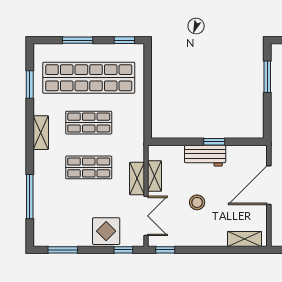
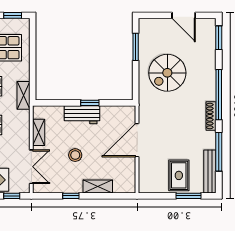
shelving: (137, 179) -> (24, 95), moved
shelving: (244, 239) -> (98, 186), moved
window: (165, 250) -> (71, 196), moved

